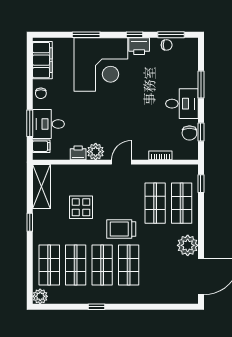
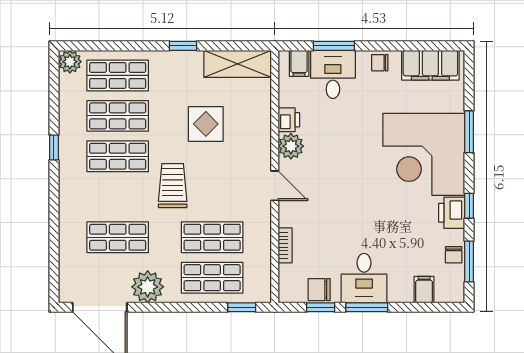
filing cabinet: (189, 64) -> (424, 290), added
window: (201, 85) -> (367, 307), moved
shop shelf: (129, 265) -> (118, 237), moved

